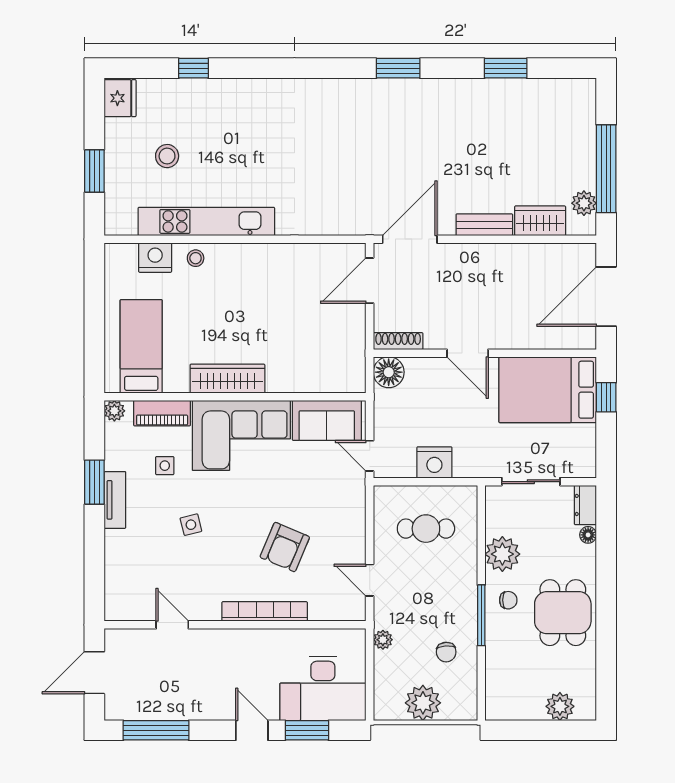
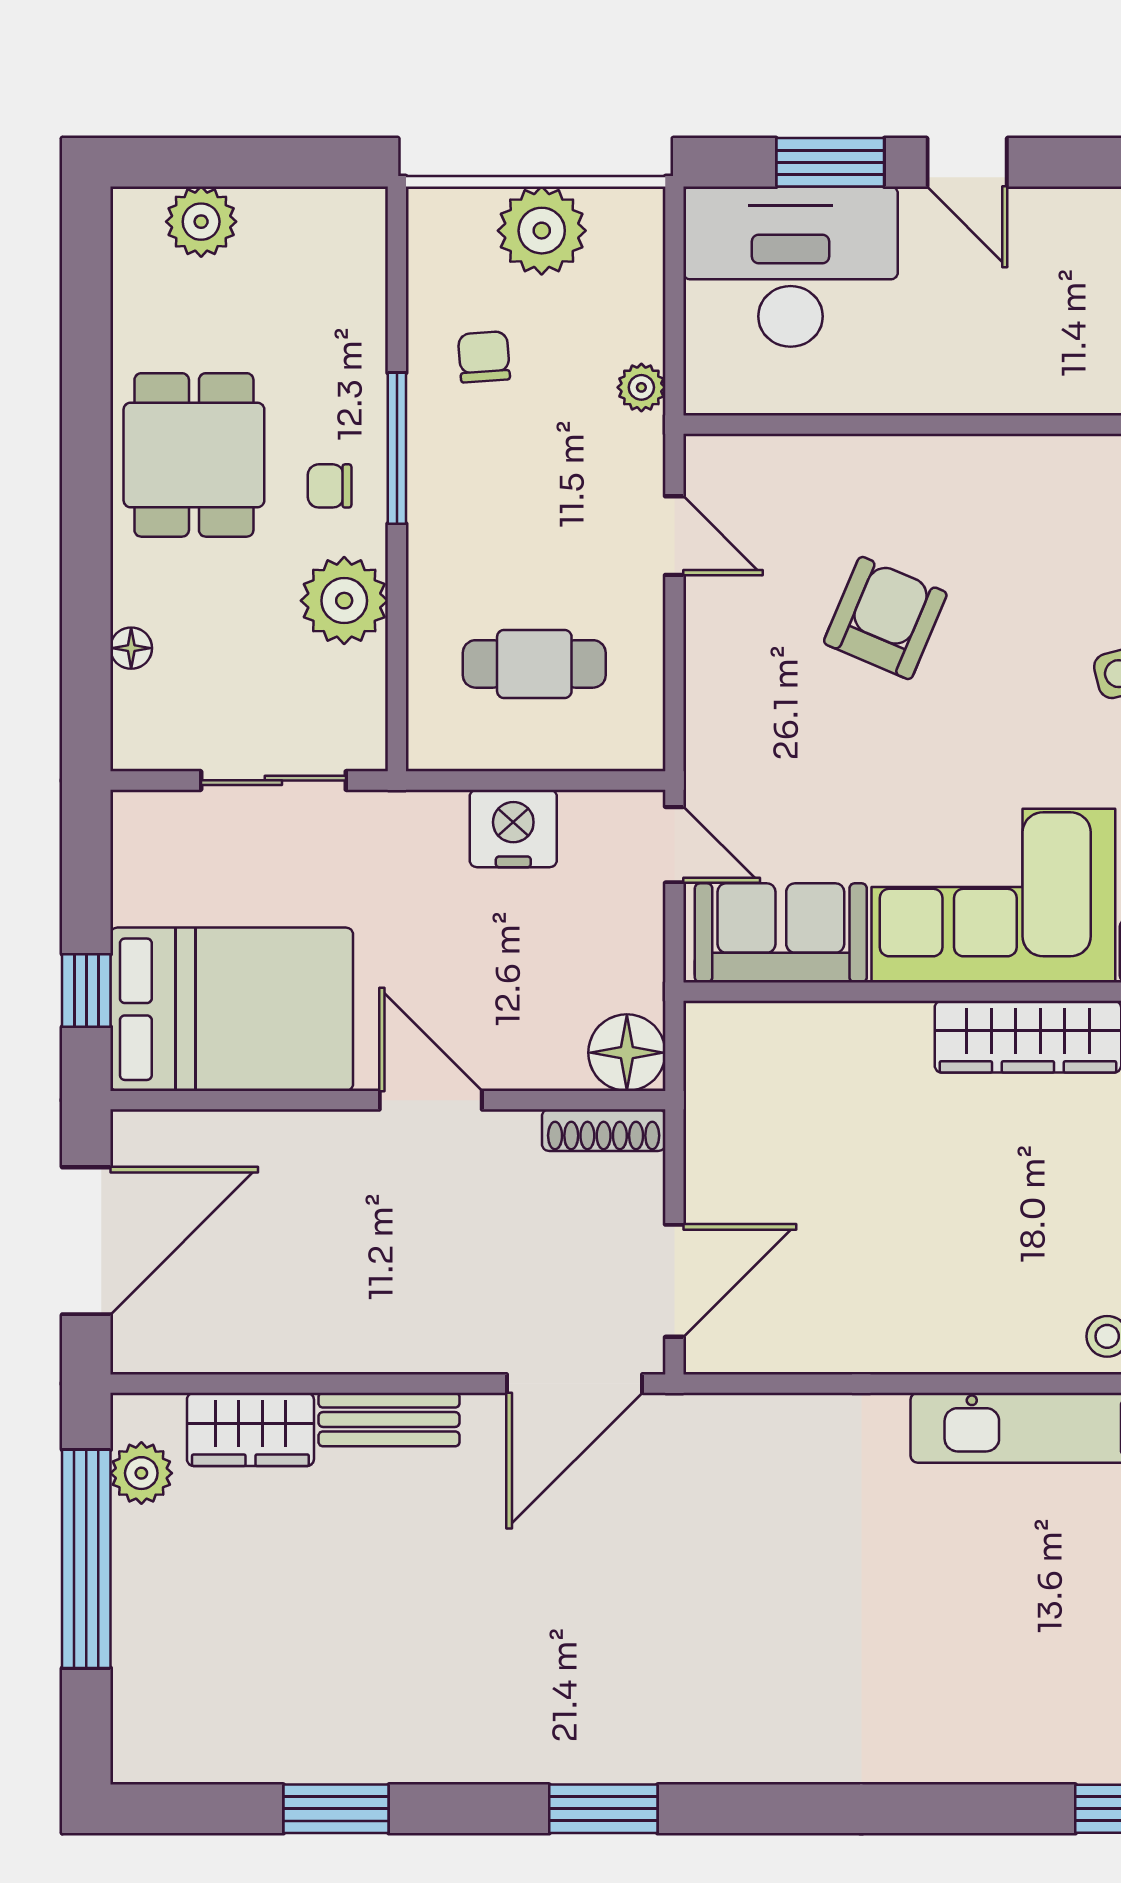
dresser: (585, 505) -> (138, 723), removed
bookcase: (265, 611) -> (936, 458), removed

